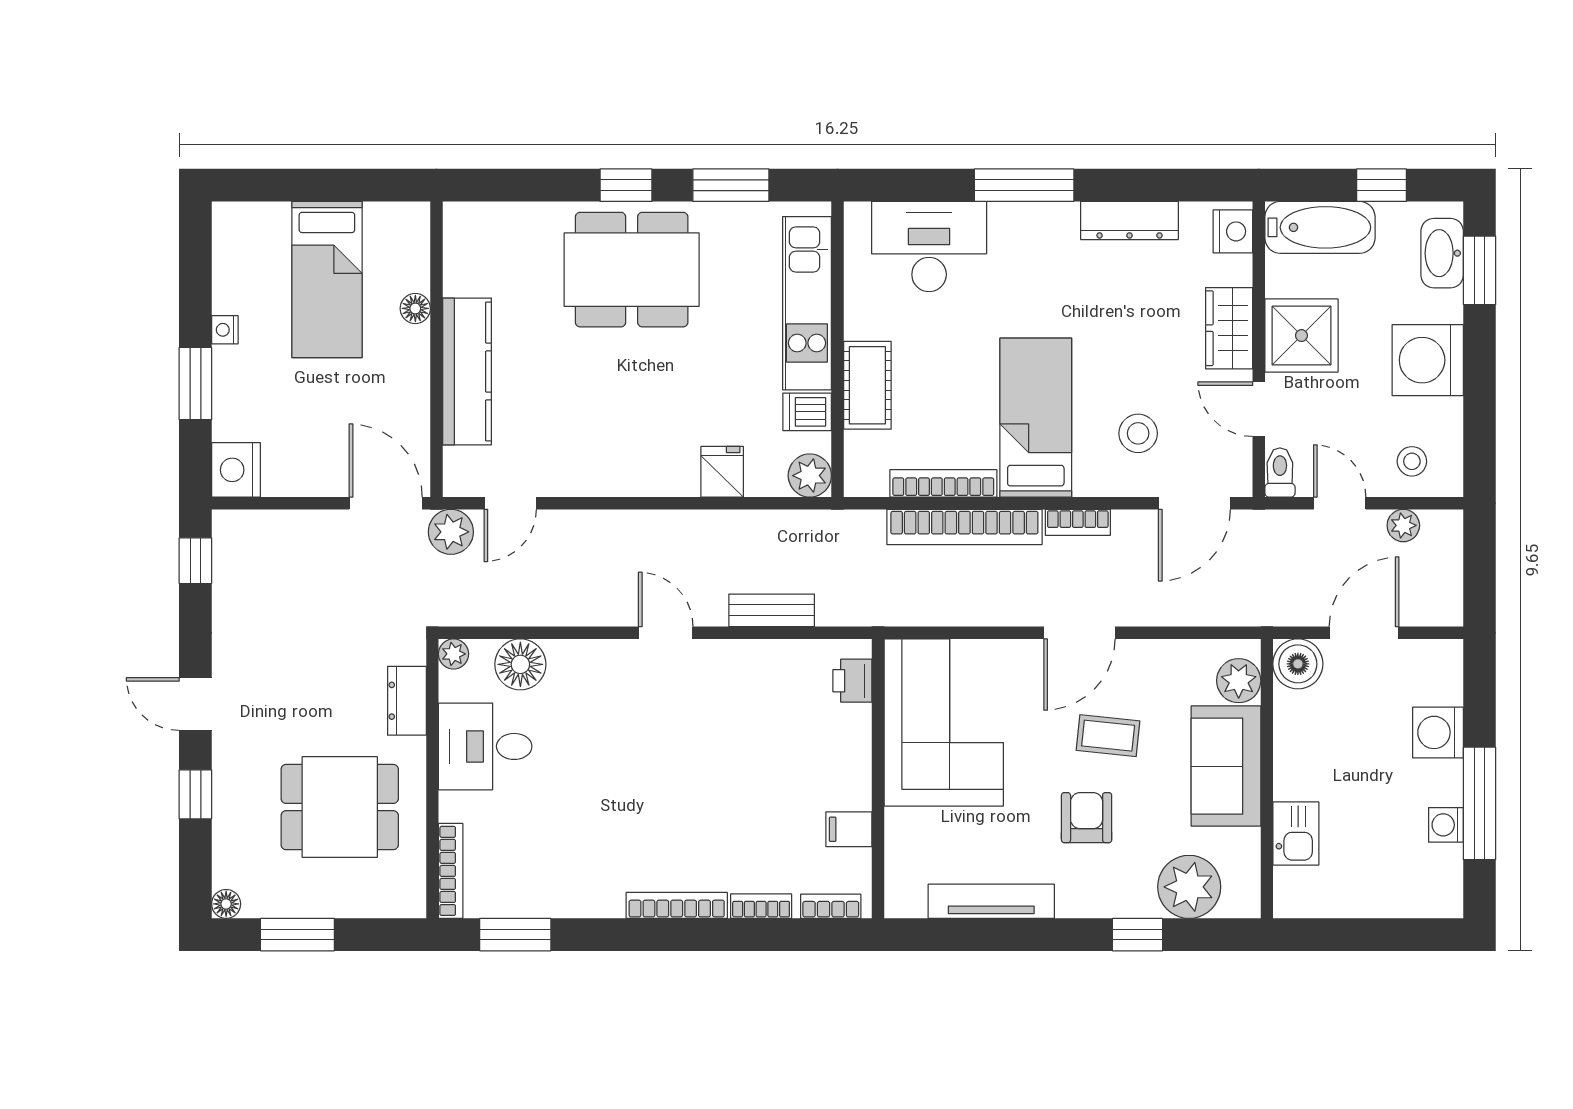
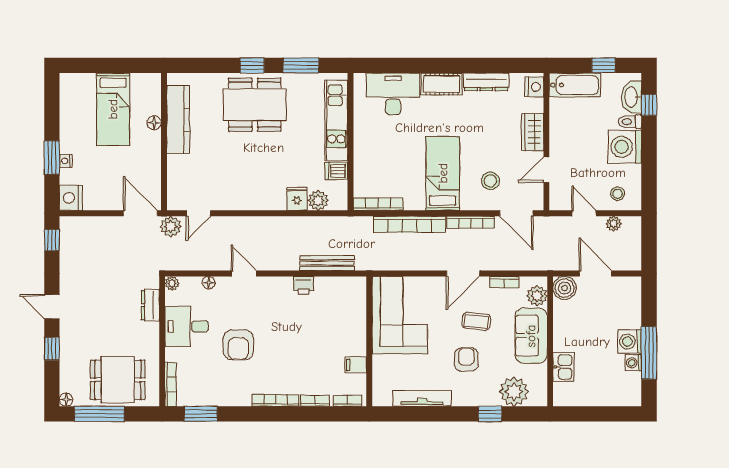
window: (1024, 185) -> (437, 65), removed
window: (1480, 270) -> (649, 105), width x0.67
nightstand: (225, 330) -> (66, 161), moved
shower: (1301, 336) -> (566, 135), removed
kitchen counter: (467, 371) -> (178, 119), moved
cot: (867, 385) -> (442, 84), moved, turned 90
door: (1259, 409) -> (546, 170), hinge flipped
toilet: (1280, 473) -> (630, 122), moved, turned -90
plant: (810, 476) -> (318, 200), moved
bookcase: (943, 483) -> (378, 204), moved
door: (1194, 503) -> (516, 213), hinge flipped
bookcase: (1078, 522) -> (471, 222), width x1.56
bench: (772, 610) -> (327, 263), width x1.36
door: (666, 633) -> (244, 274), moved
door: (1364, 633) -> (595, 274), hinge flipped
bookcase: (1168, 651) -> (504, 282), added
floor lamp: (520, 664) -> (209, 283), width x0.53, depth x0.53
printer: (852, 681) -> (303, 285), moved, turned -90
washing machine: (1438, 732) -> (630, 342), moved
armchair: (596, 786) -> (238, 345), added
dining table: (340, 807) -> (118, 380), moved
window: (297, 935) -> (99, 414), width x1.44

